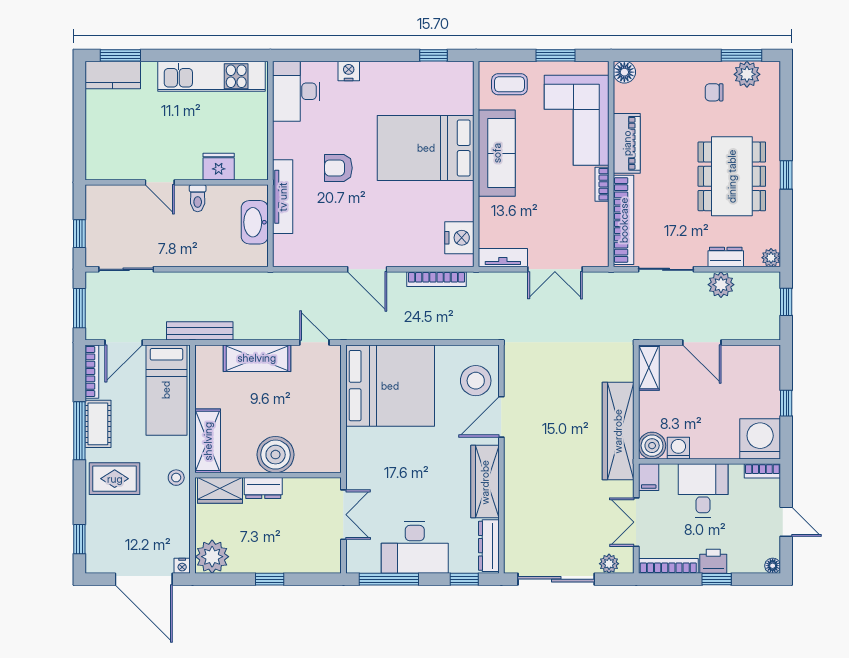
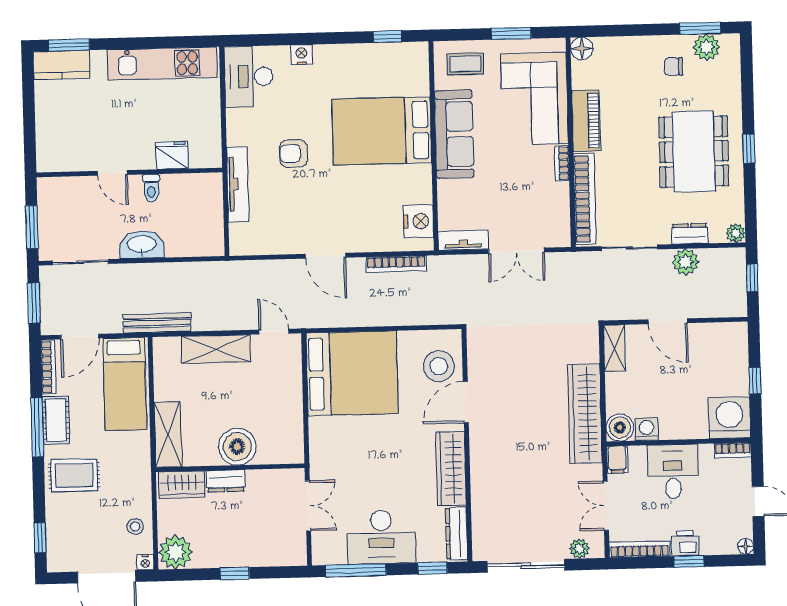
washbasin: (255, 222) -> (142, 245), moved, turned 90
window: (79, 234) -> (32, 227), width x1.50
stool: (176, 478) -> (135, 526), moved

